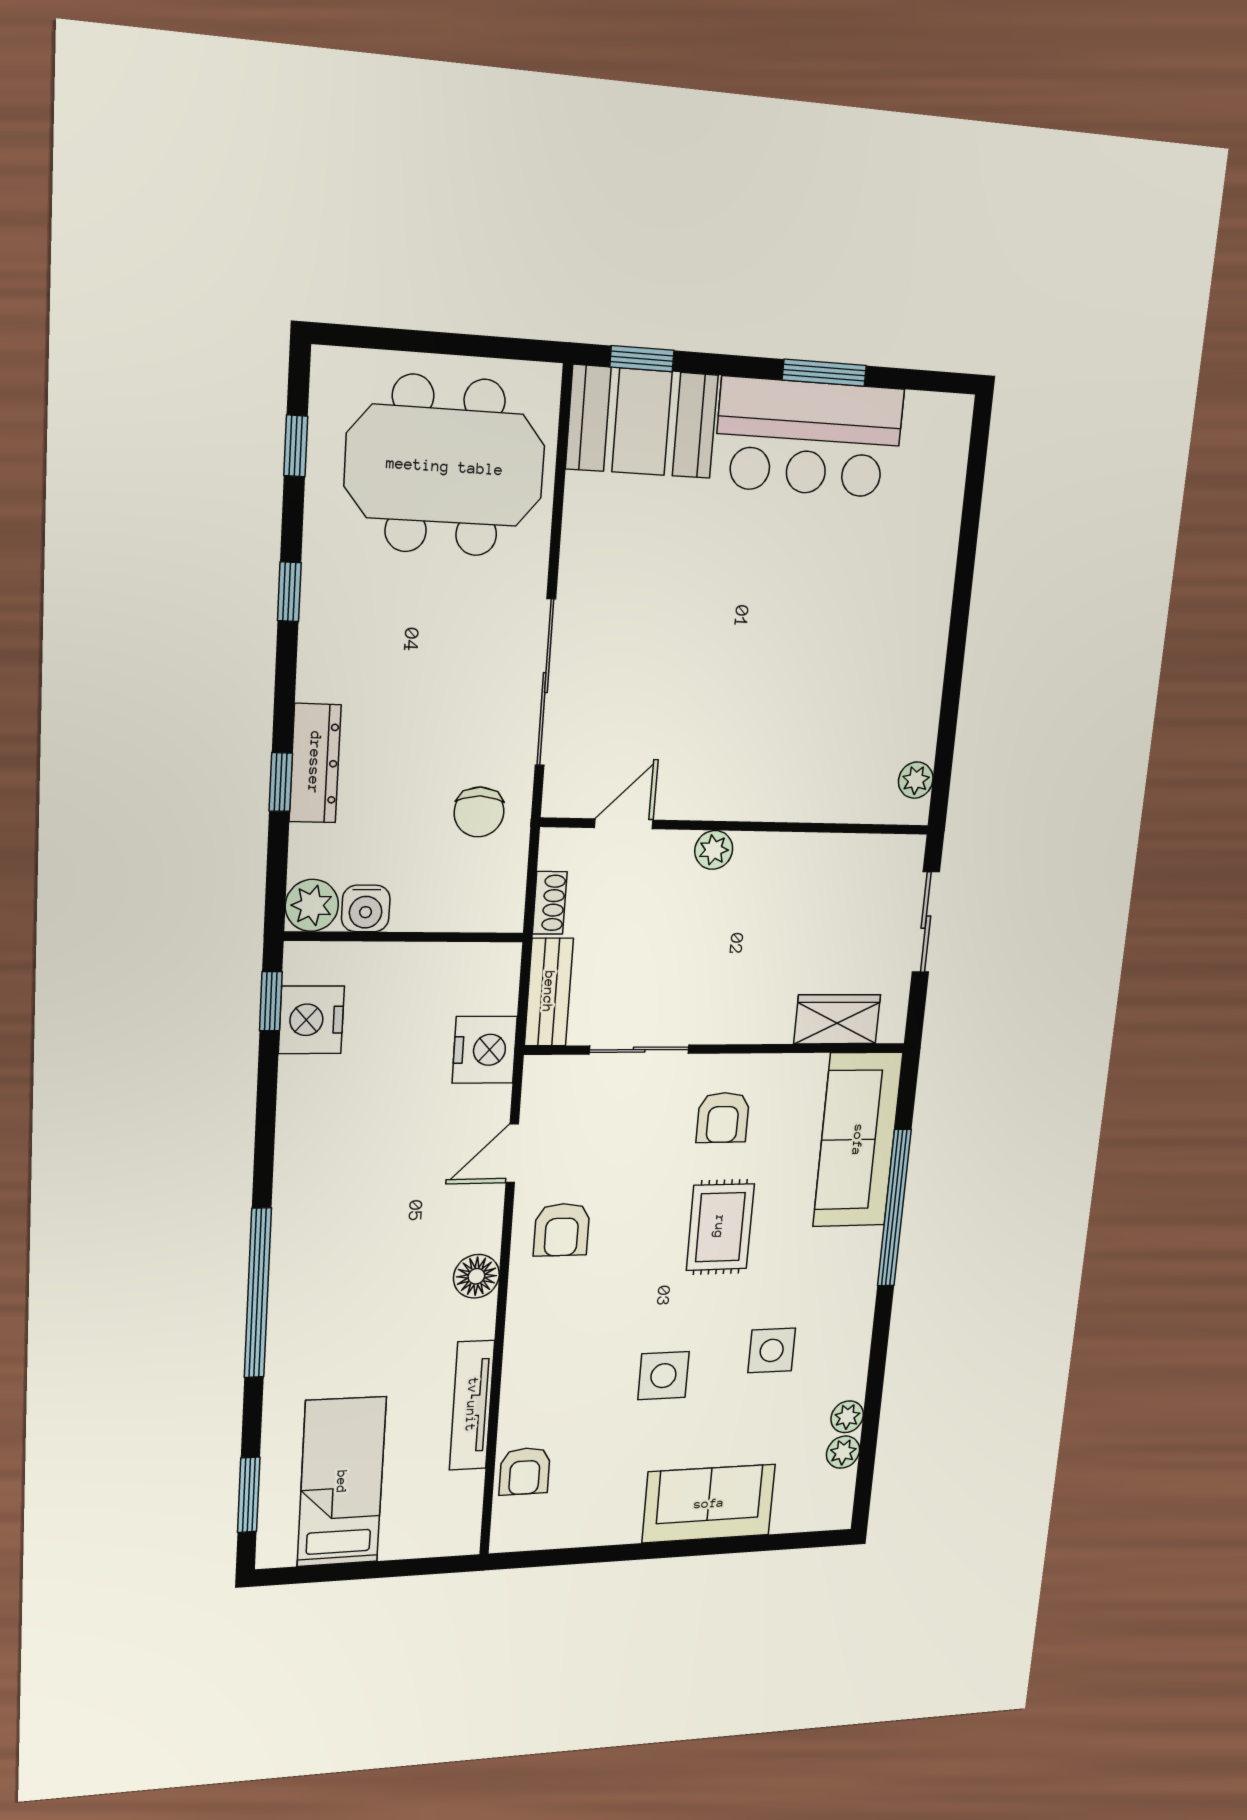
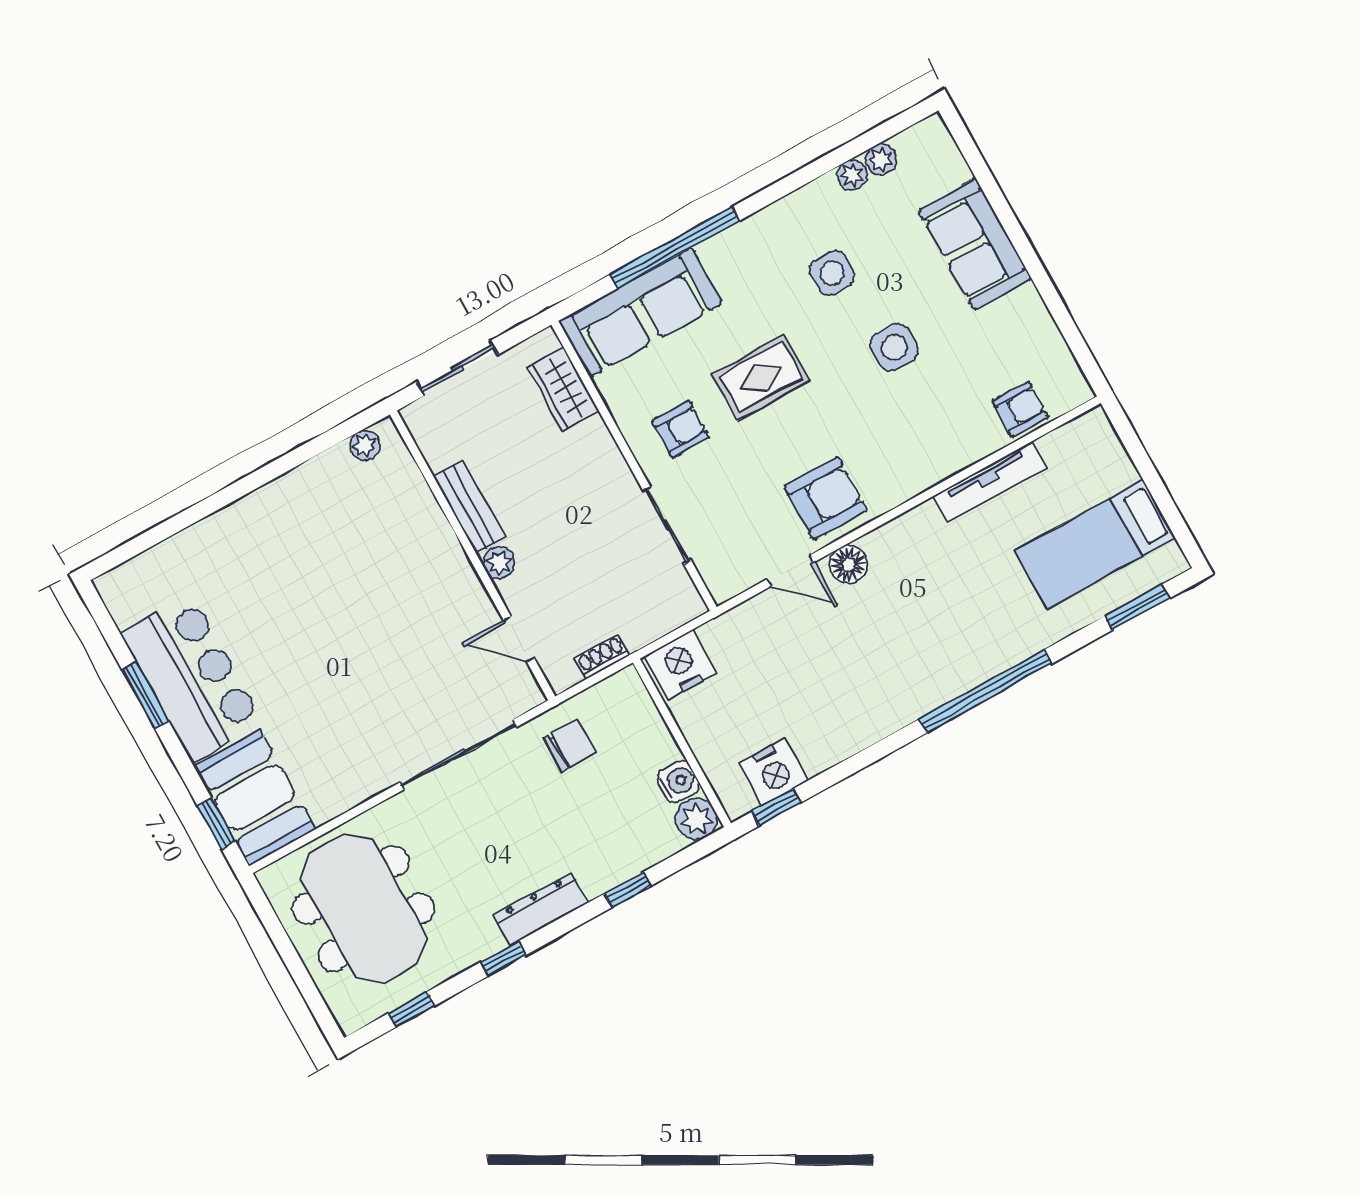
dresser: (315, 763) -> (541, 909), moved
bench: (549, 992) -> (469, 507), moved, turned 90
nightstand: (485, 1050) -> (681, 664), moved
armchair: (562, 1230) -> (826, 498), width x1.38, depth x1.38
floor lamp: (476, 1276) -> (848, 564), moved

